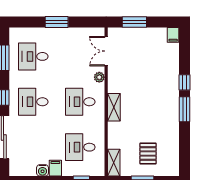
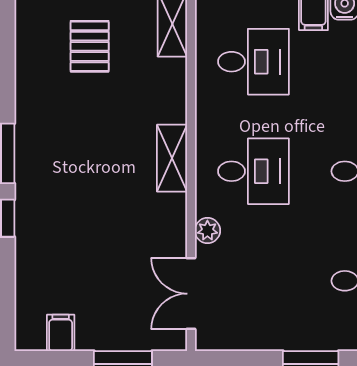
filing cabinet: (173, 35) -> (61, 333), moved
double door: (106, 51) -> (191, 294), swing flipped

